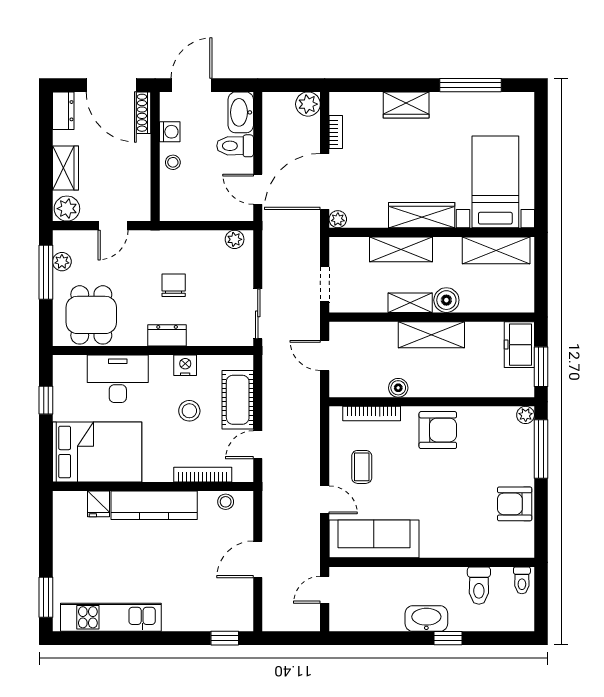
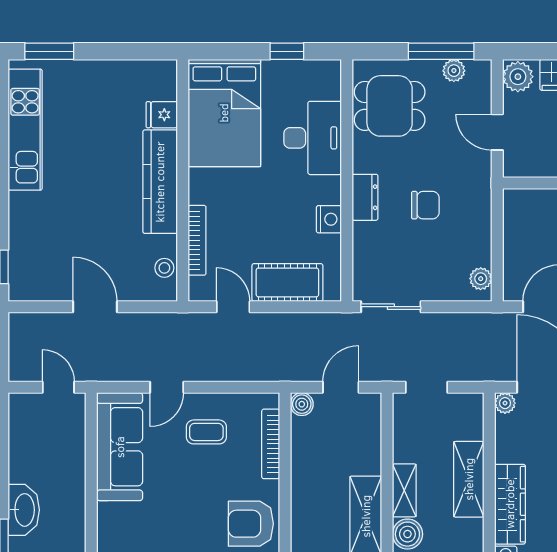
boiler: (398, 388) -> (302, 404), moved
stool: (189, 411) -> (274, 224), removed
armchair: (438, 430) -> (251, 524), turned 90

